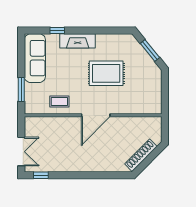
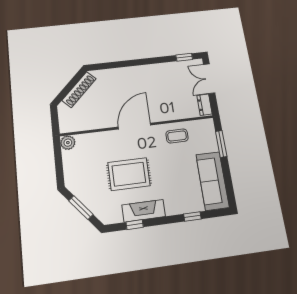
window: (107, 30) -> (135, 225), added
fireplace: (78, 41) -> (144, 211), moved
plant: (155, 108) -> (68, 143), added
dresser: (30, 127) -> (205, 105), added

